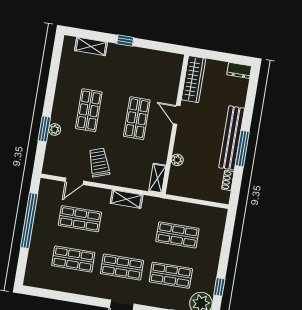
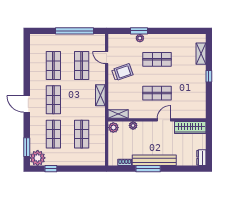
plant: (176, 188) -> (113, 128), added

